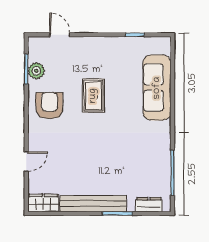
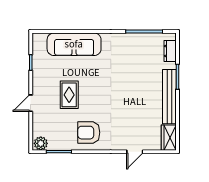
door: (60, 35) -> (31, 103), moved
plant: (36, 71) -> (41, 143), moved
rug: (93, 96) -> (69, 95), moved, turned 90
door: (26, 162) -> (135, 152), swing flipped

